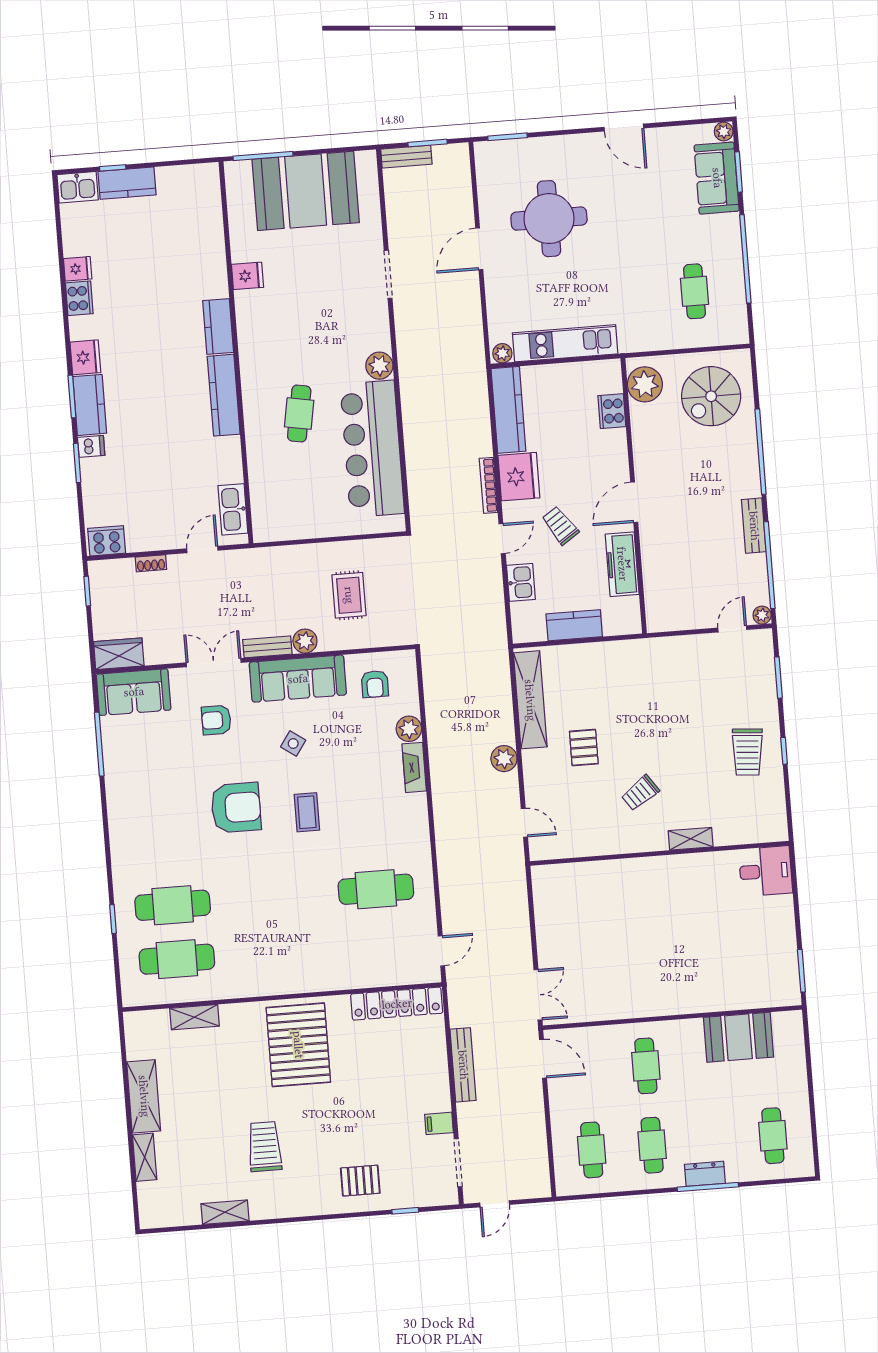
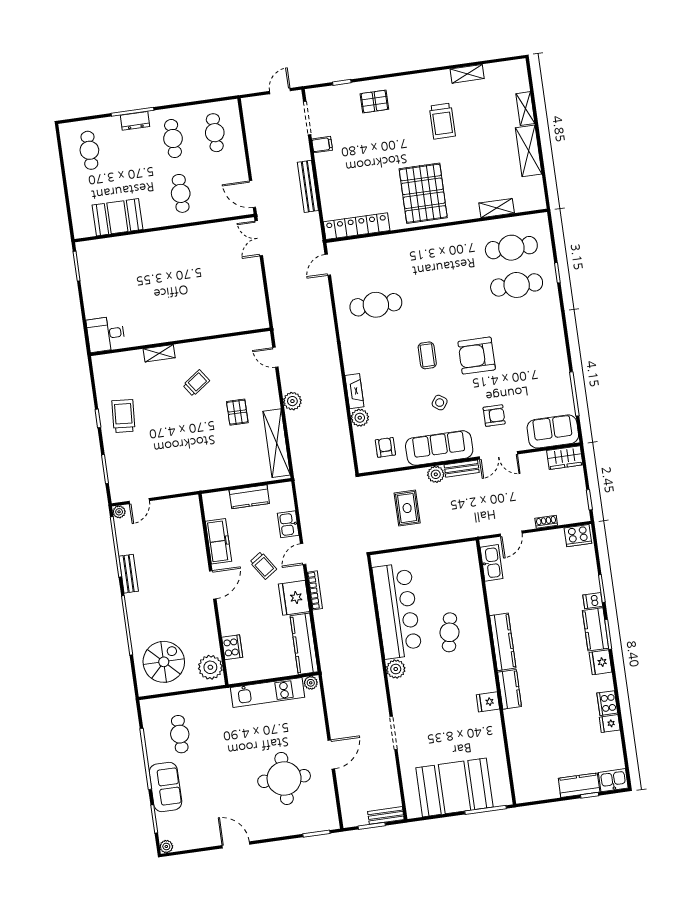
sofa: (717, 178) -> (165, 787), moved
fridge: (247, 276) -> (488, 702), moved

